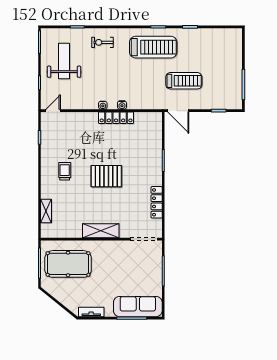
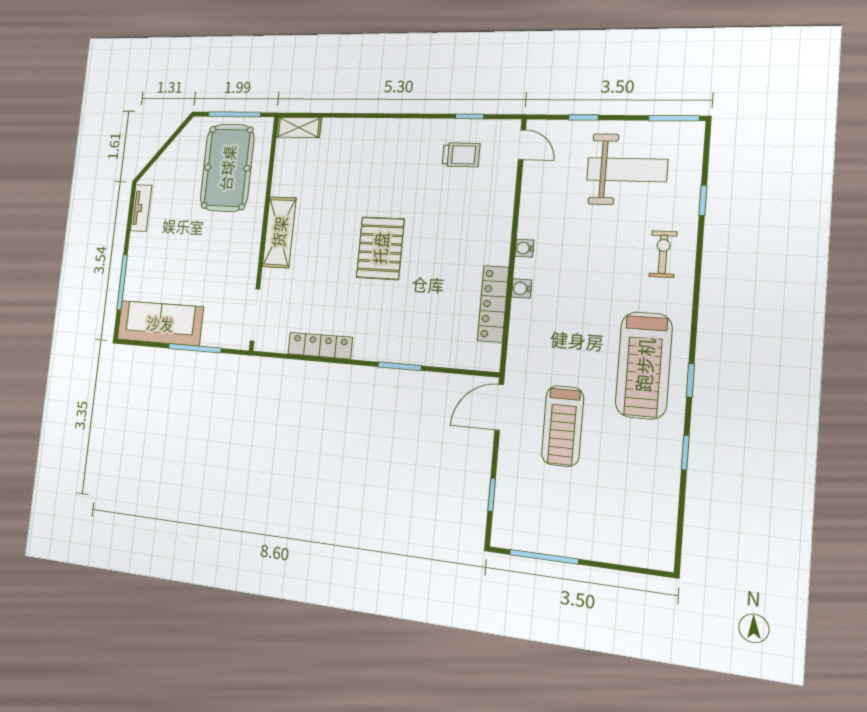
locker: (116, 118) -> (493, 304), moved
trolley: (65, 171) -> (461, 155), moved
shelving: (46, 211) -> (299, 127), moved
sofa: (138, 307) -> (160, 323), moved, turned -90

